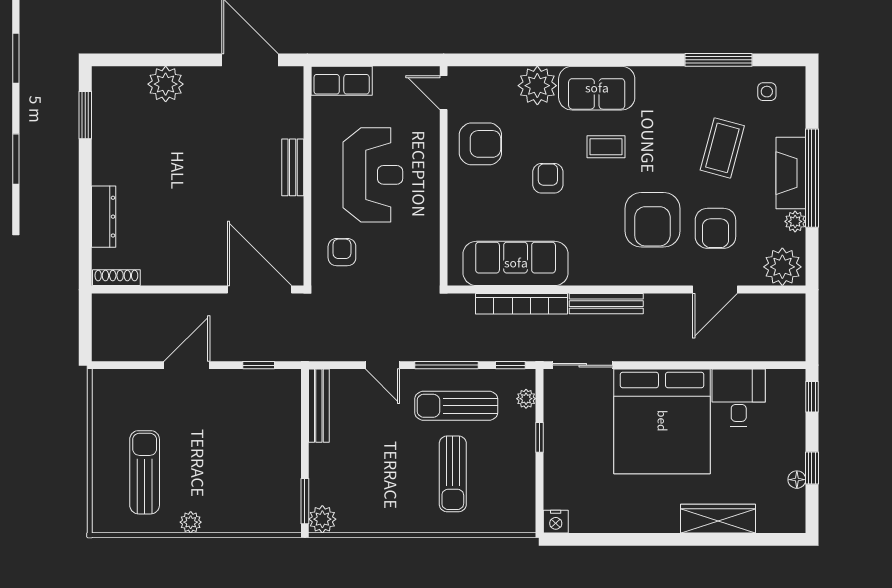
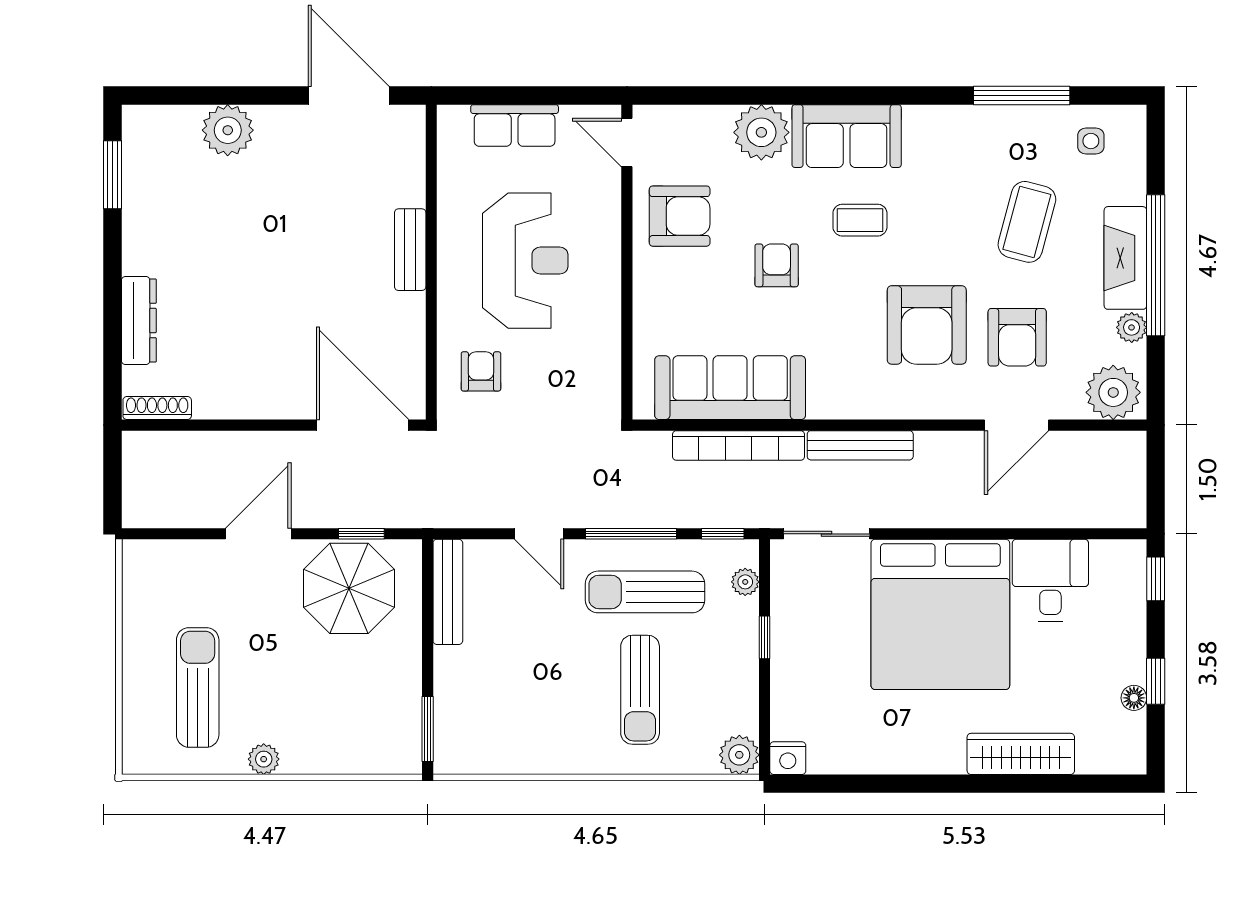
row of seats: (342, 81) -> (515, 125), moved
parasol: (250, 403) -> (349, 588), added
plant: (322, 519) -> (739, 755), moved

